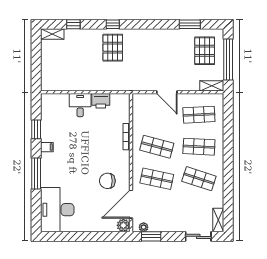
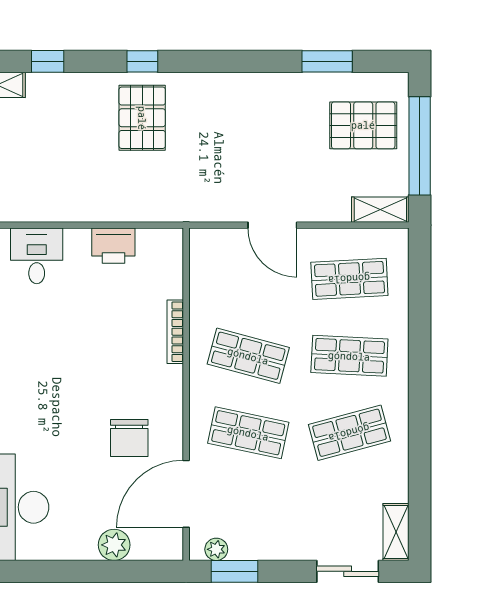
pallet: (205, 51) -> (363, 125), turned 90
desk: (80, 105) -> (37, 256), moved
shop shelf: (199, 179) -> (349, 433), turned -33
chair: (107, 181) -> (129, 438), turned -90
plant: (123, 225) -> (114, 545), moved

